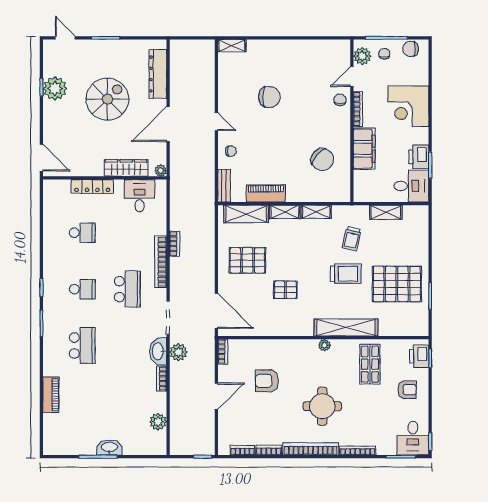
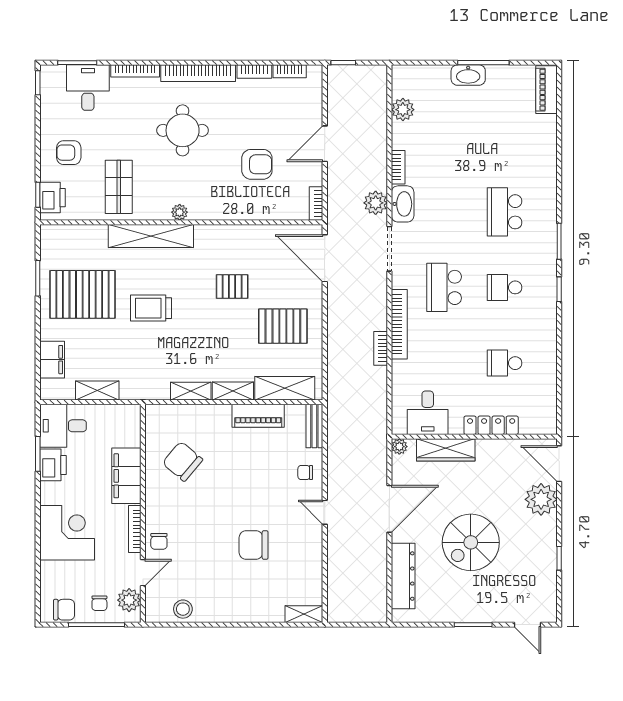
stool: (322, 49) -> (183, 609), added
plant: (55, 88) -> (541, 499), moved
filing cabinet: (420, 235) -> (52, 360), added
trolley: (352, 239) -> (143, 355), removed
piano: (51, 395) -> (546, 90), moved
desk: (413, 438) -> (88, 88), moved

